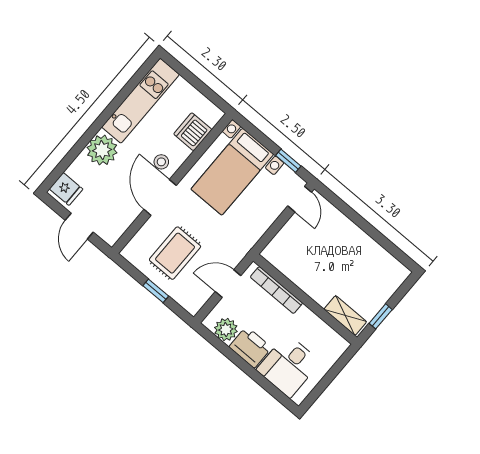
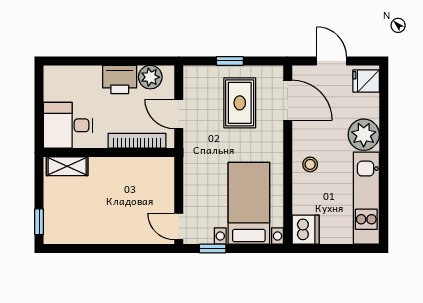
dishwasher: (193, 132) -> (306, 230), moved
door: (160, 197) -> (288, 100), moved
door: (228, 284) -> (179, 114), swing flipped
window: (381, 316) -> (39, 222), moved
desk: (288, 366) -> (68, 125), moved, turned -90

